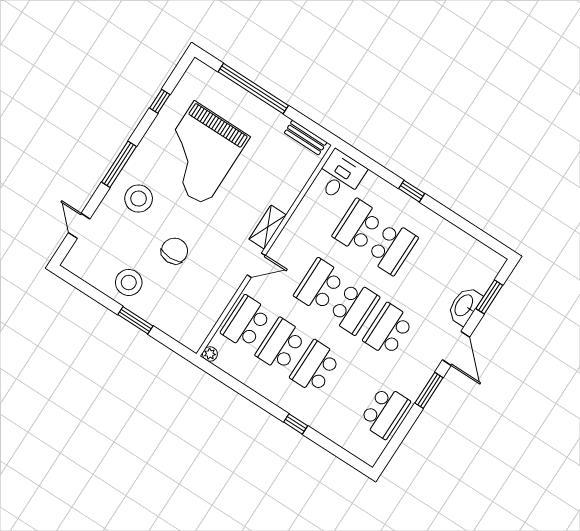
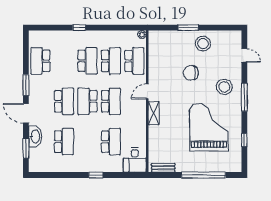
school desk: (392, 248) -> (64, 142), moved, turned 180
chair: (174, 251) -> (191, 73), turned 90

